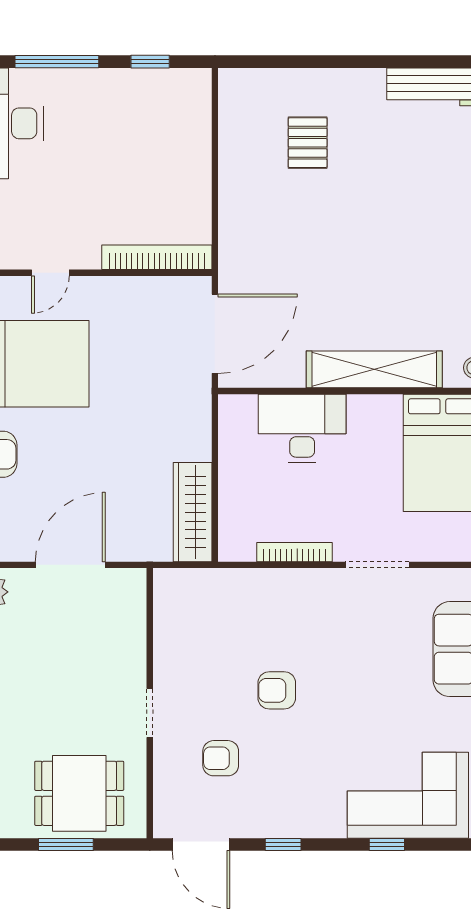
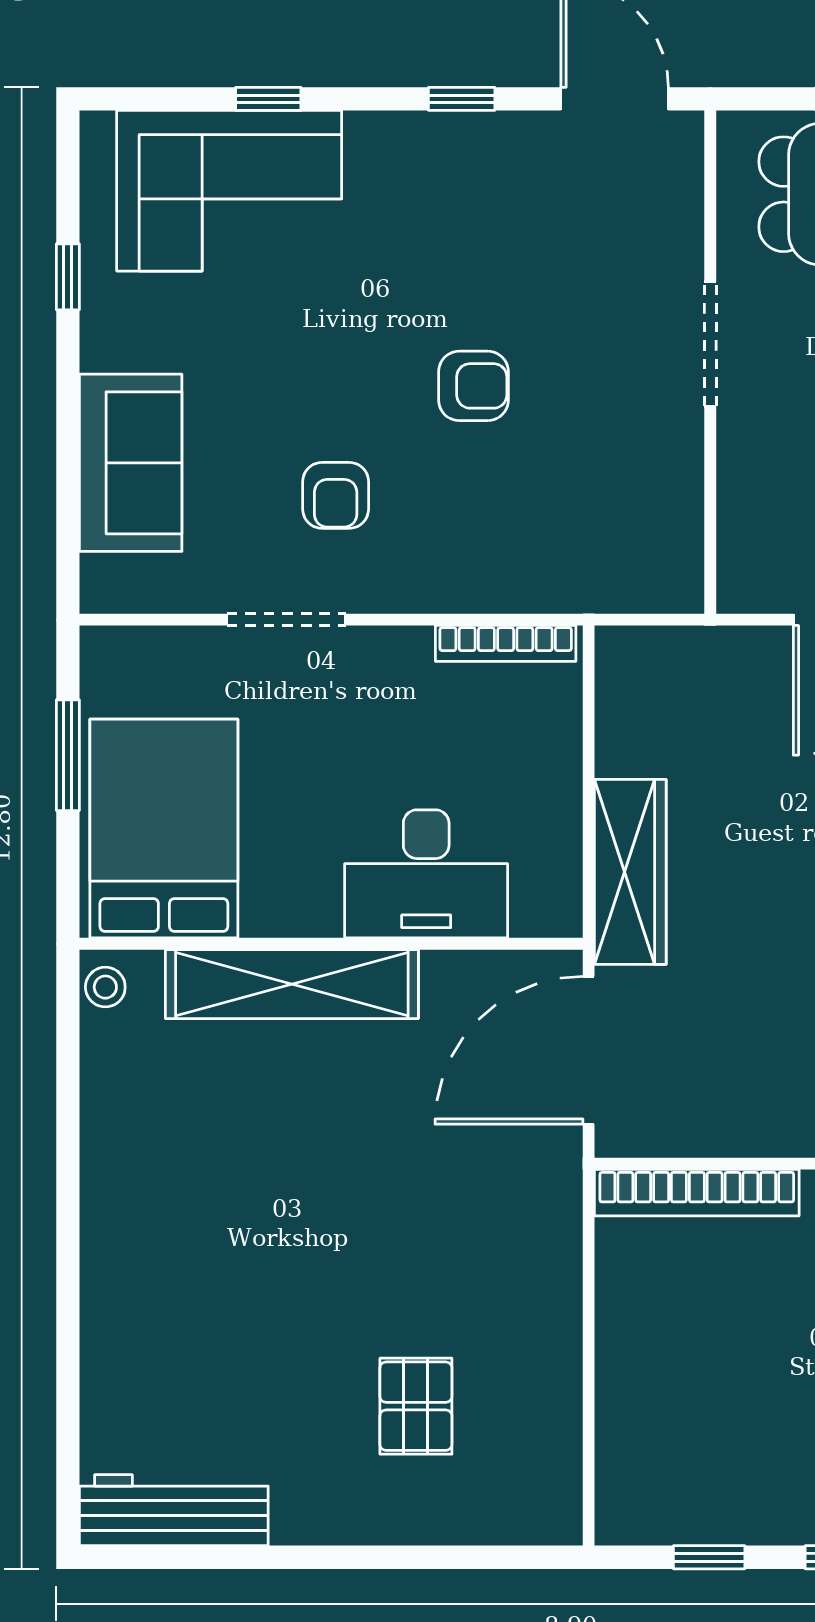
wardrobe: (193, 512) -> (630, 872), moved
bookcase: (294, 552) -> (506, 643), moved
doorway: (150, 713) -> (710, 344), width x1.38
armchair: (221, 758) -> (336, 495), moved, turned 90

